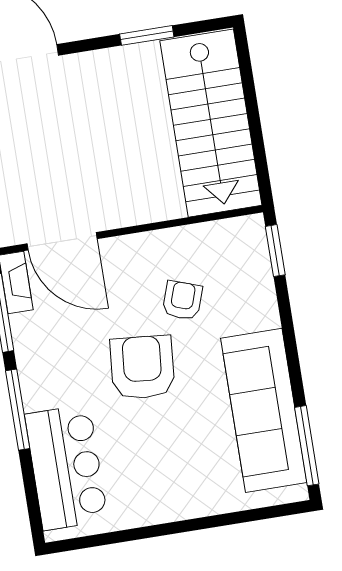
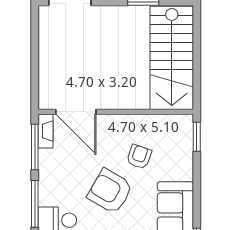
armchair: (142, 367) -> (110, 191), turned -65

